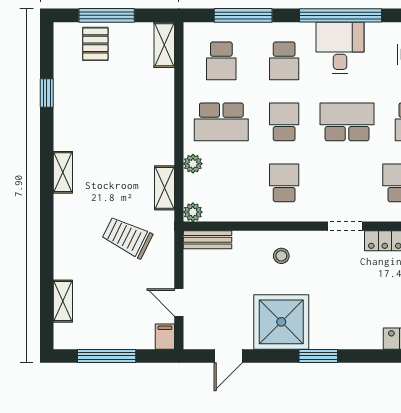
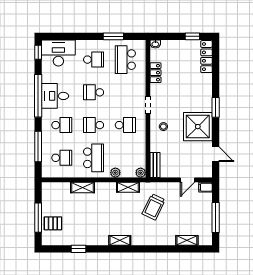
shelving: (164, 45) -> (83, 188), moved
school desk: (347, 122) -> (94, 92), width x0.54
school desk: (284, 183) -> (125, 125), turned 180
doorway: (345, 226) -> (148, 105), moved

